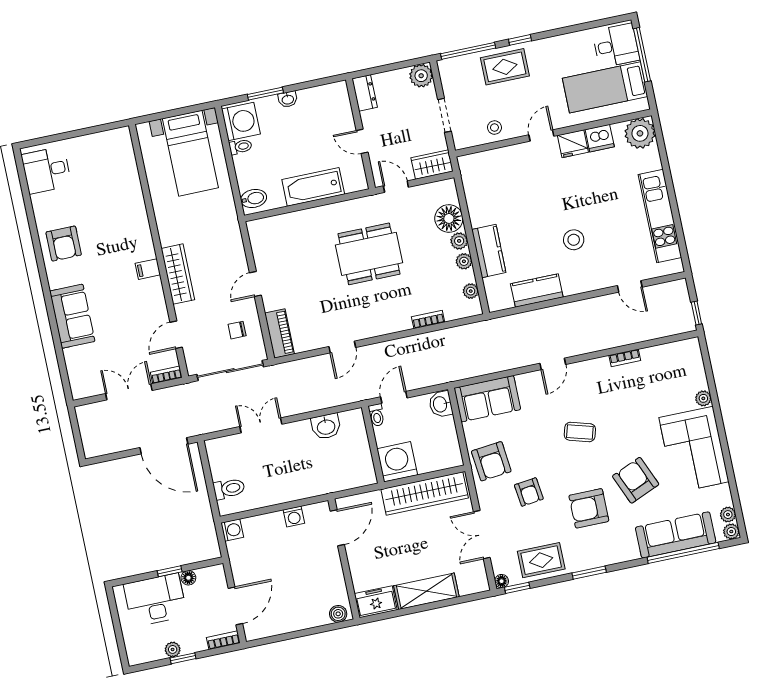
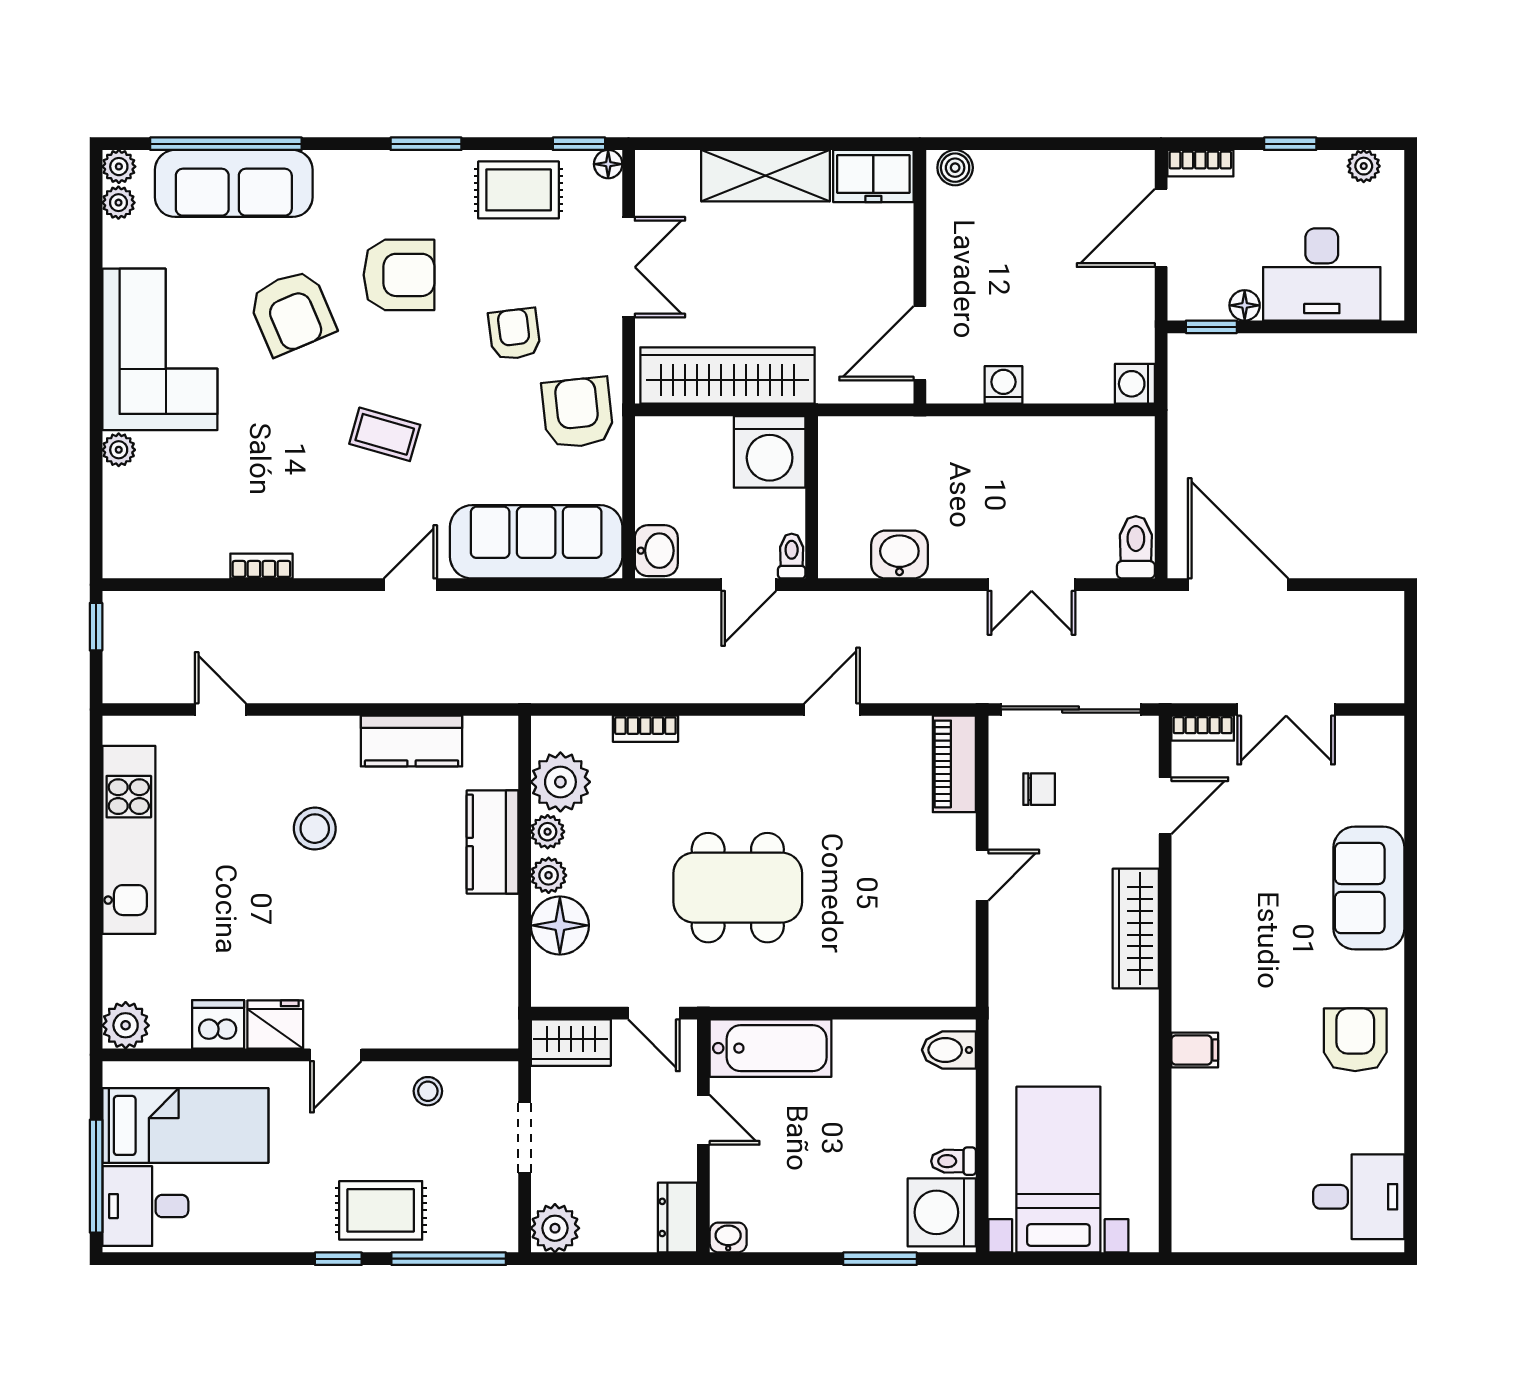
washbasin: (288, 99) -> (728, 1237), moved
plant: (640, 133) -> (126, 1025), width x0.73, depth x0.73
bathtub: (313, 187) -> (771, 1048), moved
filing cabinet: (148, 269) -> (1195, 1050), moved
plant: (471, 291) -> (560, 782), width x1.88, depth x1.88
sofa: (487, 399) -> (536, 542), width x1.36
toilet: (229, 489) -> (1136, 547), moved, turned 90
window: (170, 571) -> (1211, 327), moved
plant: (173, 649) -> (1364, 166), moved

